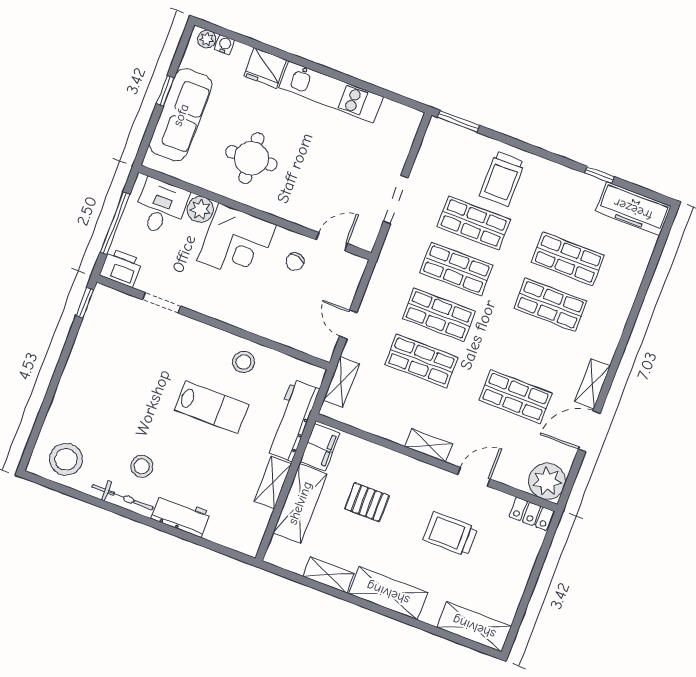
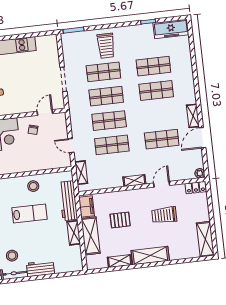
plant: (547, 481) -> (200, 173), width x0.53, depth x0.53
shelving: (474, 627) -> (205, 239), moved, turned 90

